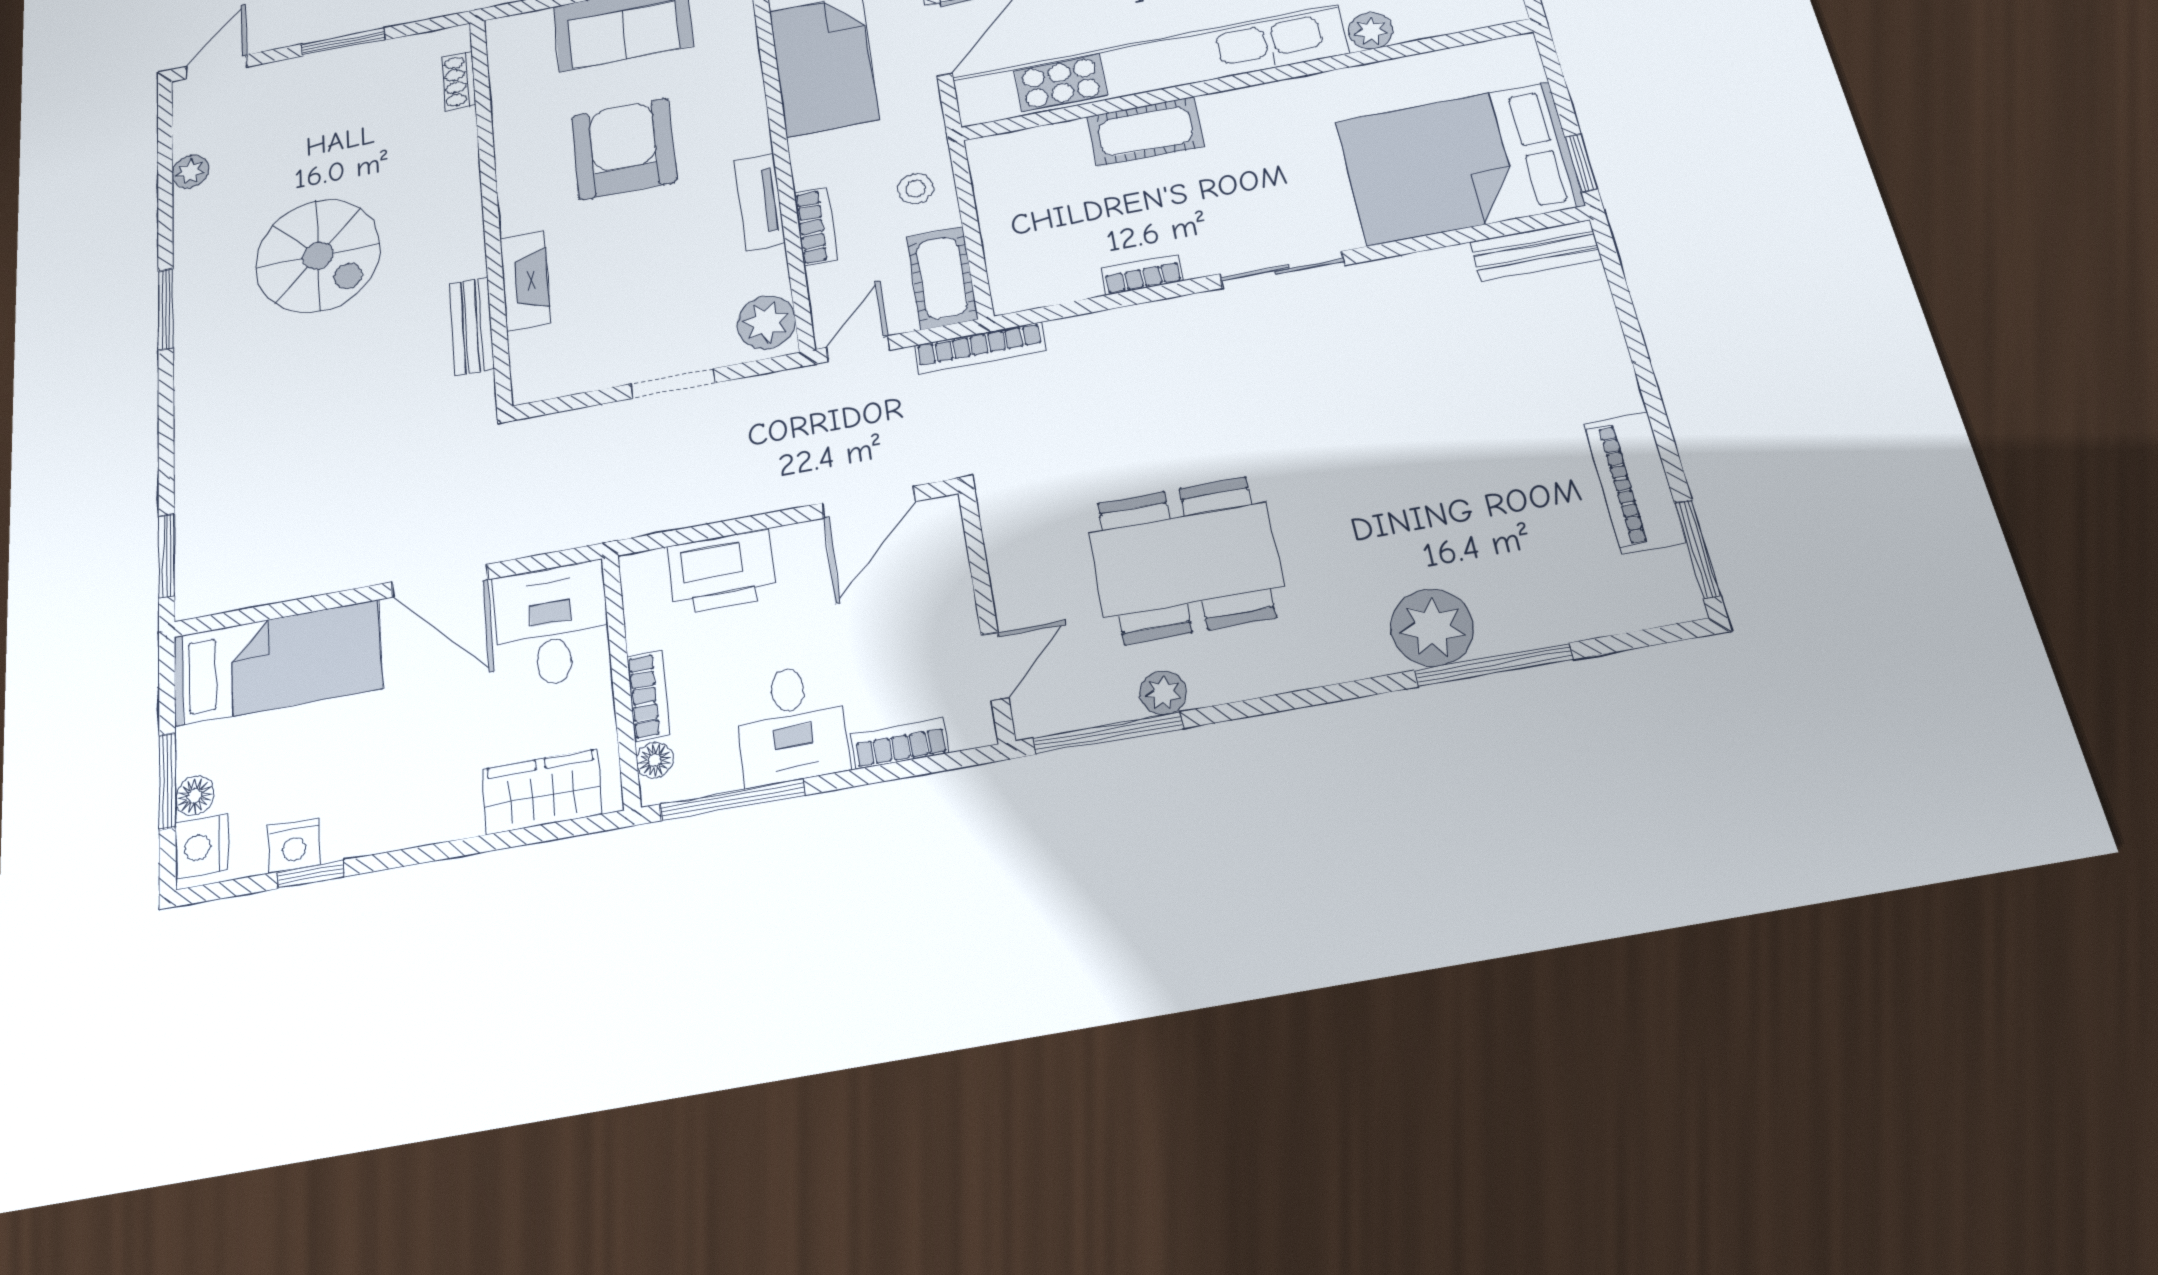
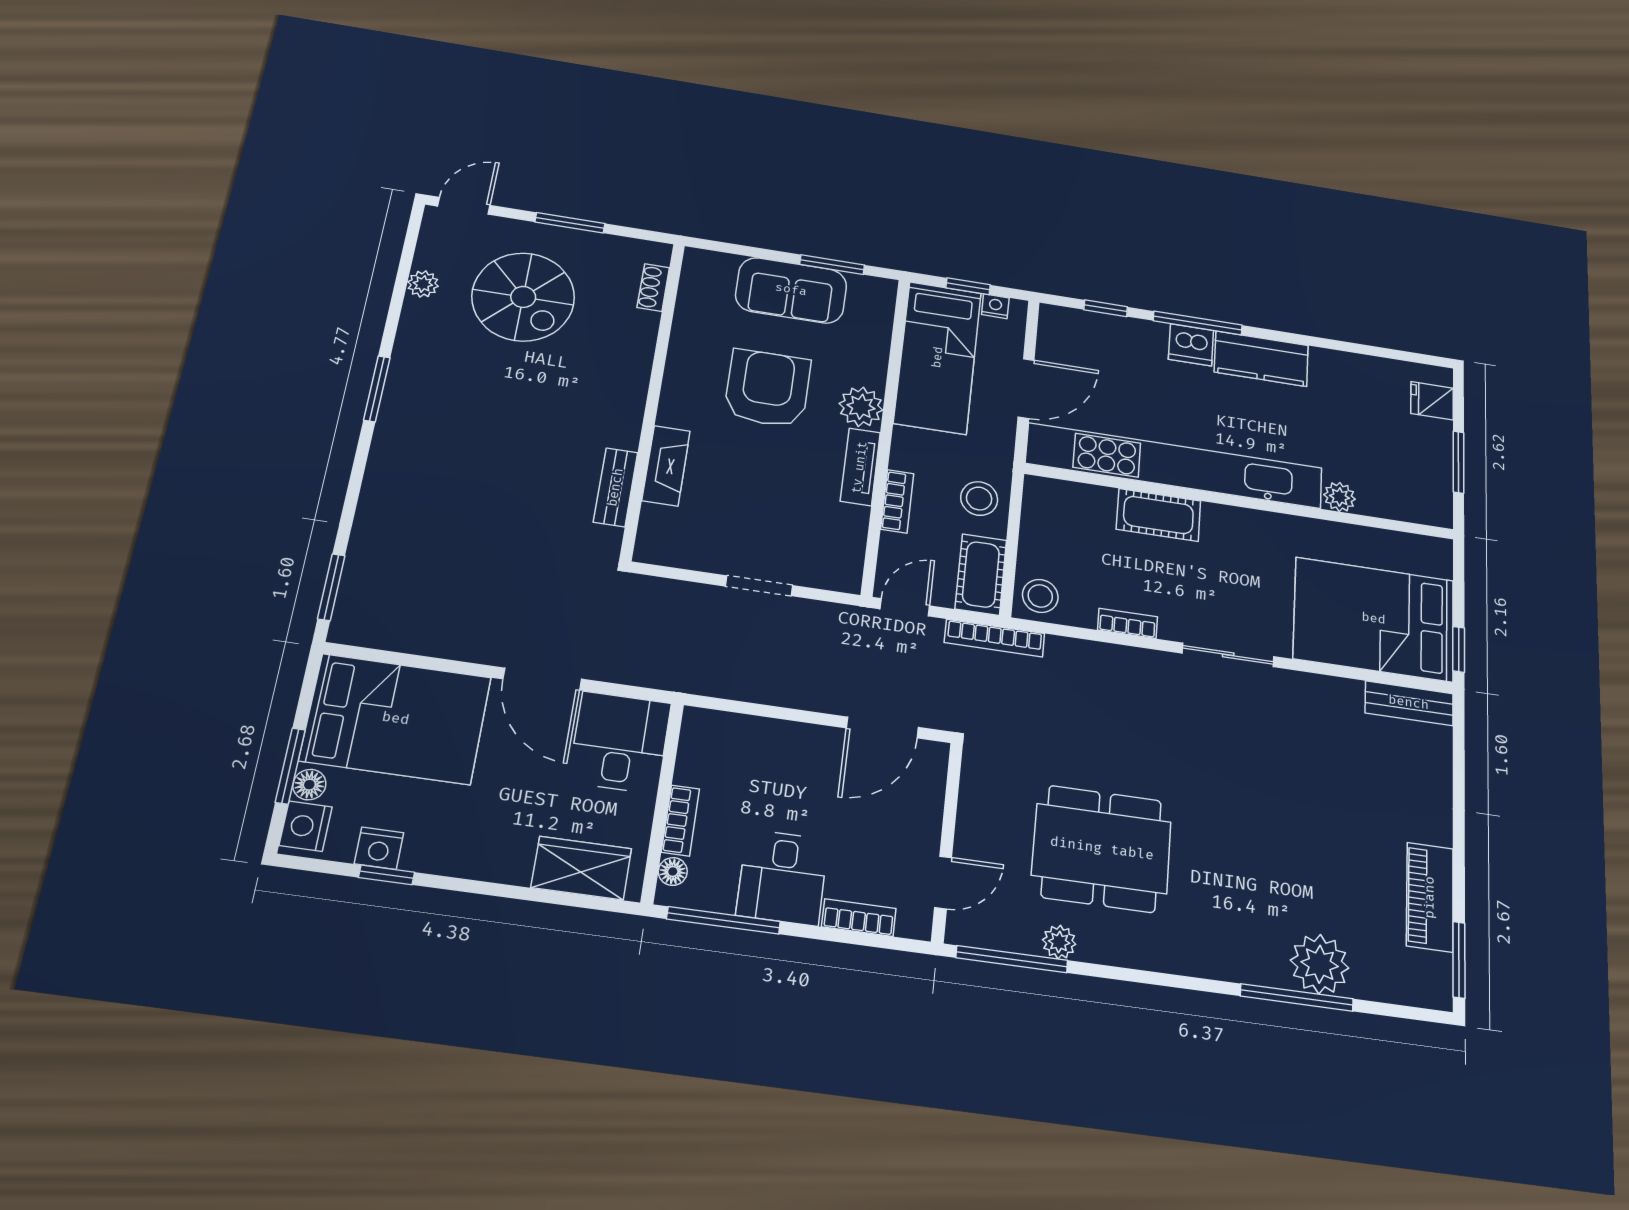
stool: (916, 189) -> (979, 499), width x1.37, depth x1.37
spiral stairs: (318, 256) -> (523, 297), moved
stool: (1023, 279) -> (1040, 596), added
plant: (766, 322) -> (861, 407), moved
printer: (722, 572) -> (760, 744), removed
plant: (1432, 627) -> (1320, 964), moved
bed: (277, 663) -> (396, 719), width x1.50

